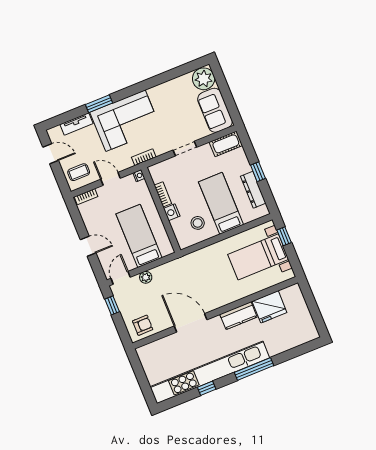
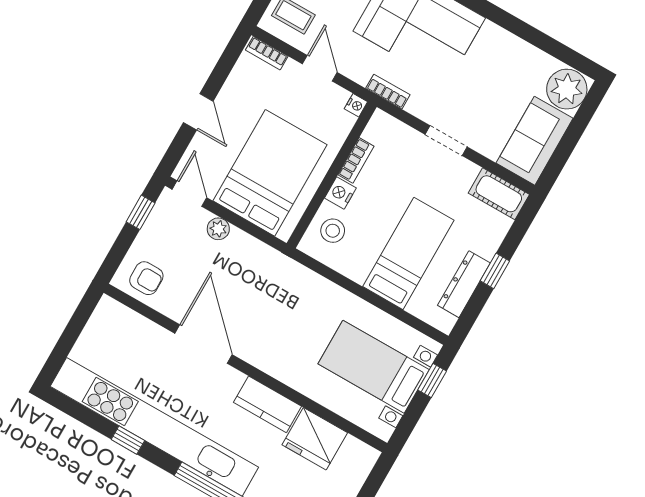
stool: (198, 223) -> (333, 231), moved
bed: (139, 236) -> (270, 173), width x1.50
door: (121, 278) -> (189, 194), hinge flipped

